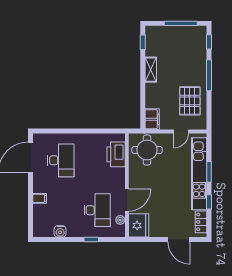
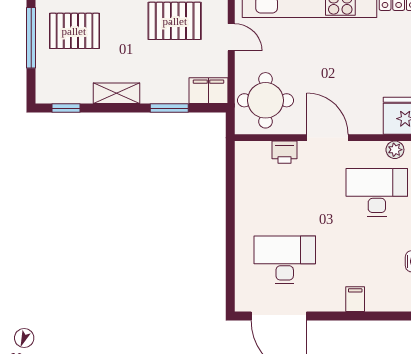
pallet: (184, 47) -> (74, 31), added
window: (143, 98) -> (169, 108), added
printer: (116, 154) -> (285, 152), width x0.53, depth x0.68
door: (127, 200) -> (328, 138), moved

